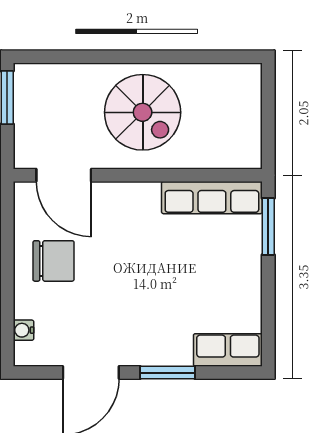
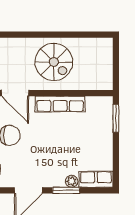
row of seats: (212, 198) -> (60, 104), moved
plant: (179, 354) -> (72, 181), added

